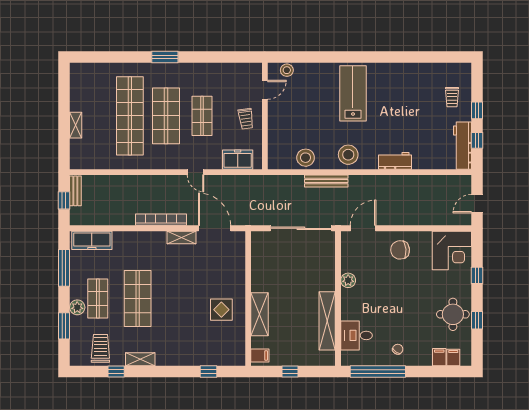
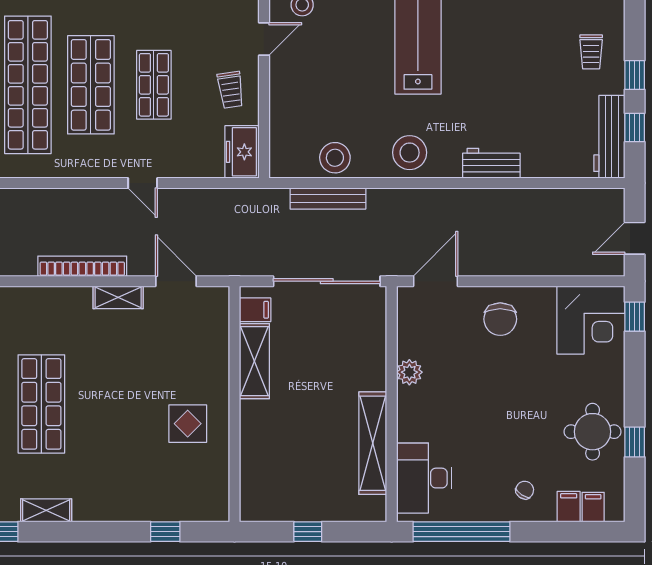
freezer: (238, 160) -> (242, 152), moved, turned -90
bench: (326, 181) -> (328, 199), moved
door: (215, 228) -> (176, 281), width x0.73
chair: (400, 250) -> (500, 319), turned -85
window: (477, 275) -> (635, 317), moved
shelving: (259, 314) -> (254, 361), moved
desk: (357, 335) -> (424, 478), width x1.37
chair: (398, 349) -> (525, 490), moved
filing cabinet: (260, 356) -> (255, 310), moved

